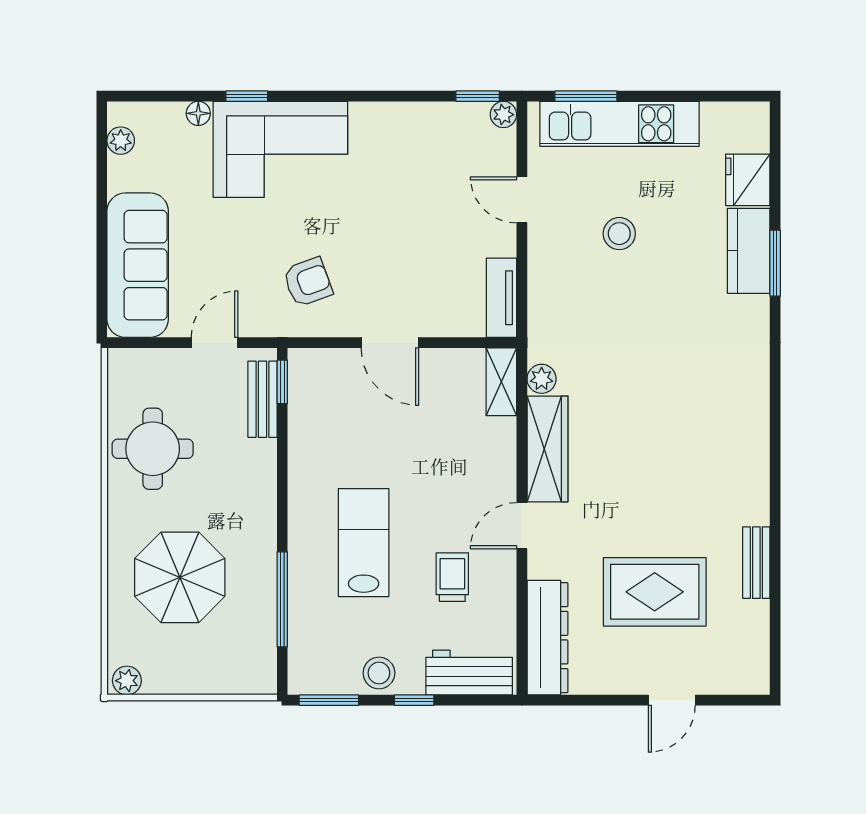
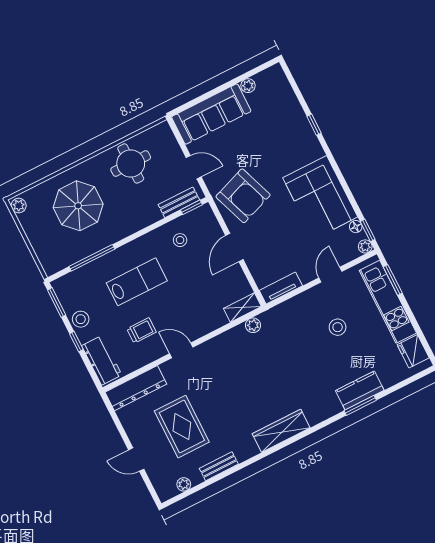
floor lamp: (198, 113) -> (356, 227), moved
plant: (121, 141) -> (248, 86), moved
corner sofa: (280, 149) -> (320, 197), moved
fridge: (748, 180) -> (413, 351), moved, turned -90
armchair: (308, 282) -> (243, 196), width x1.88, depth x1.88
stool: (329, 430) -> (180, 240), added
wardrobe: (547, 449) -> (281, 431), moved, turned 180
plant: (757, 639) -> (184, 484), added

